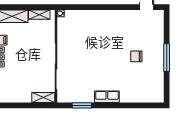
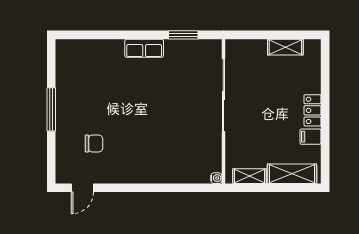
chair: (136, 56) -> (94, 143), moved
shelving: (43, 98) -> (285, 47), moved

